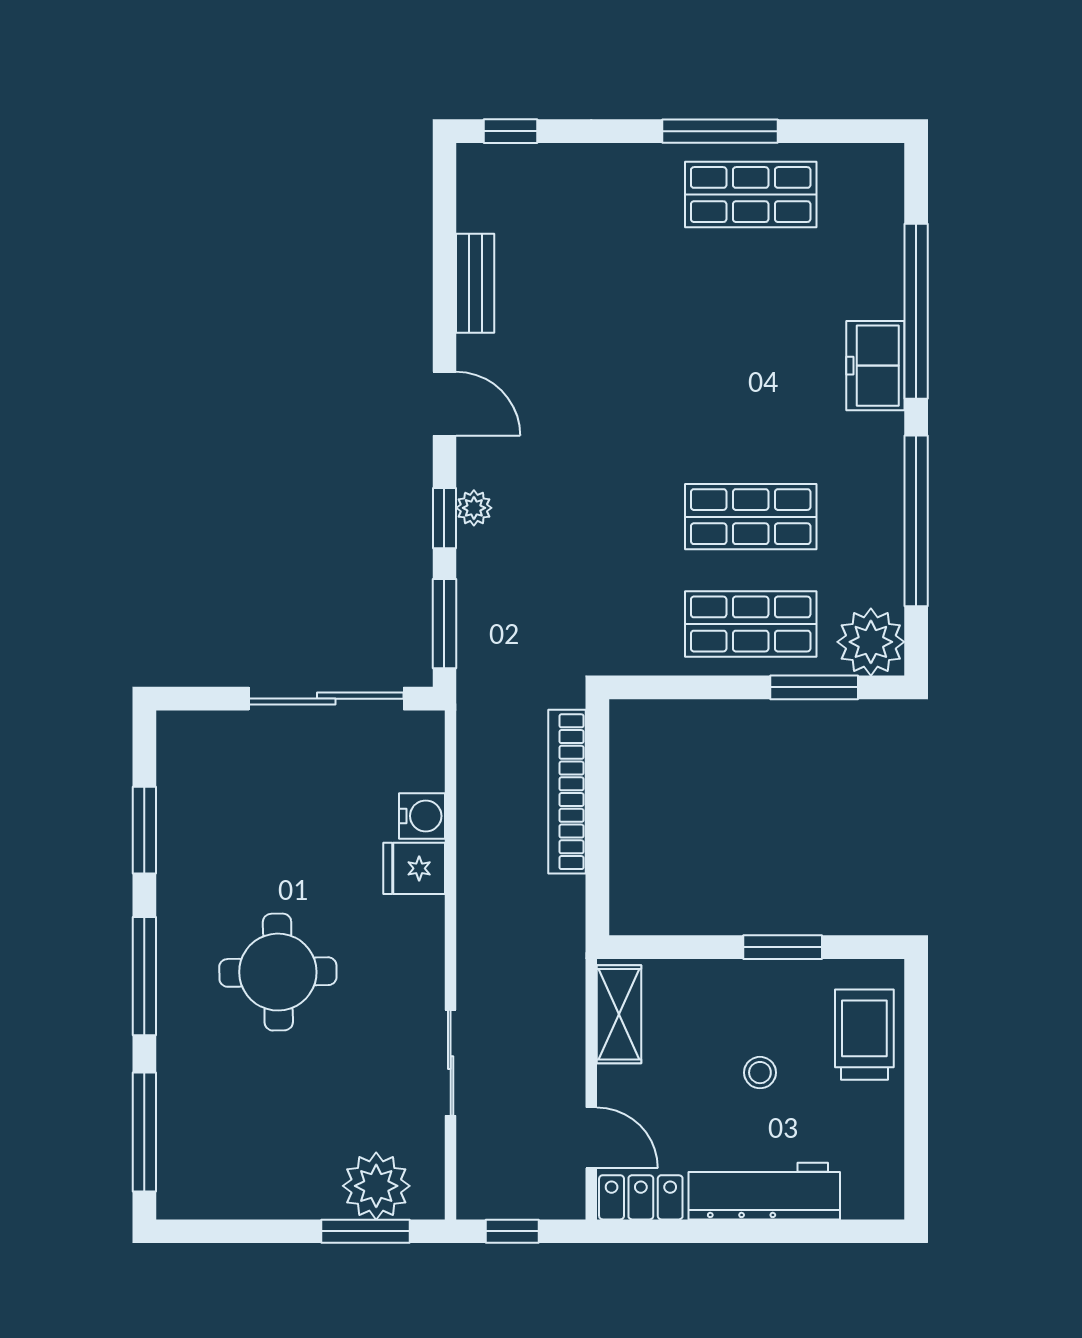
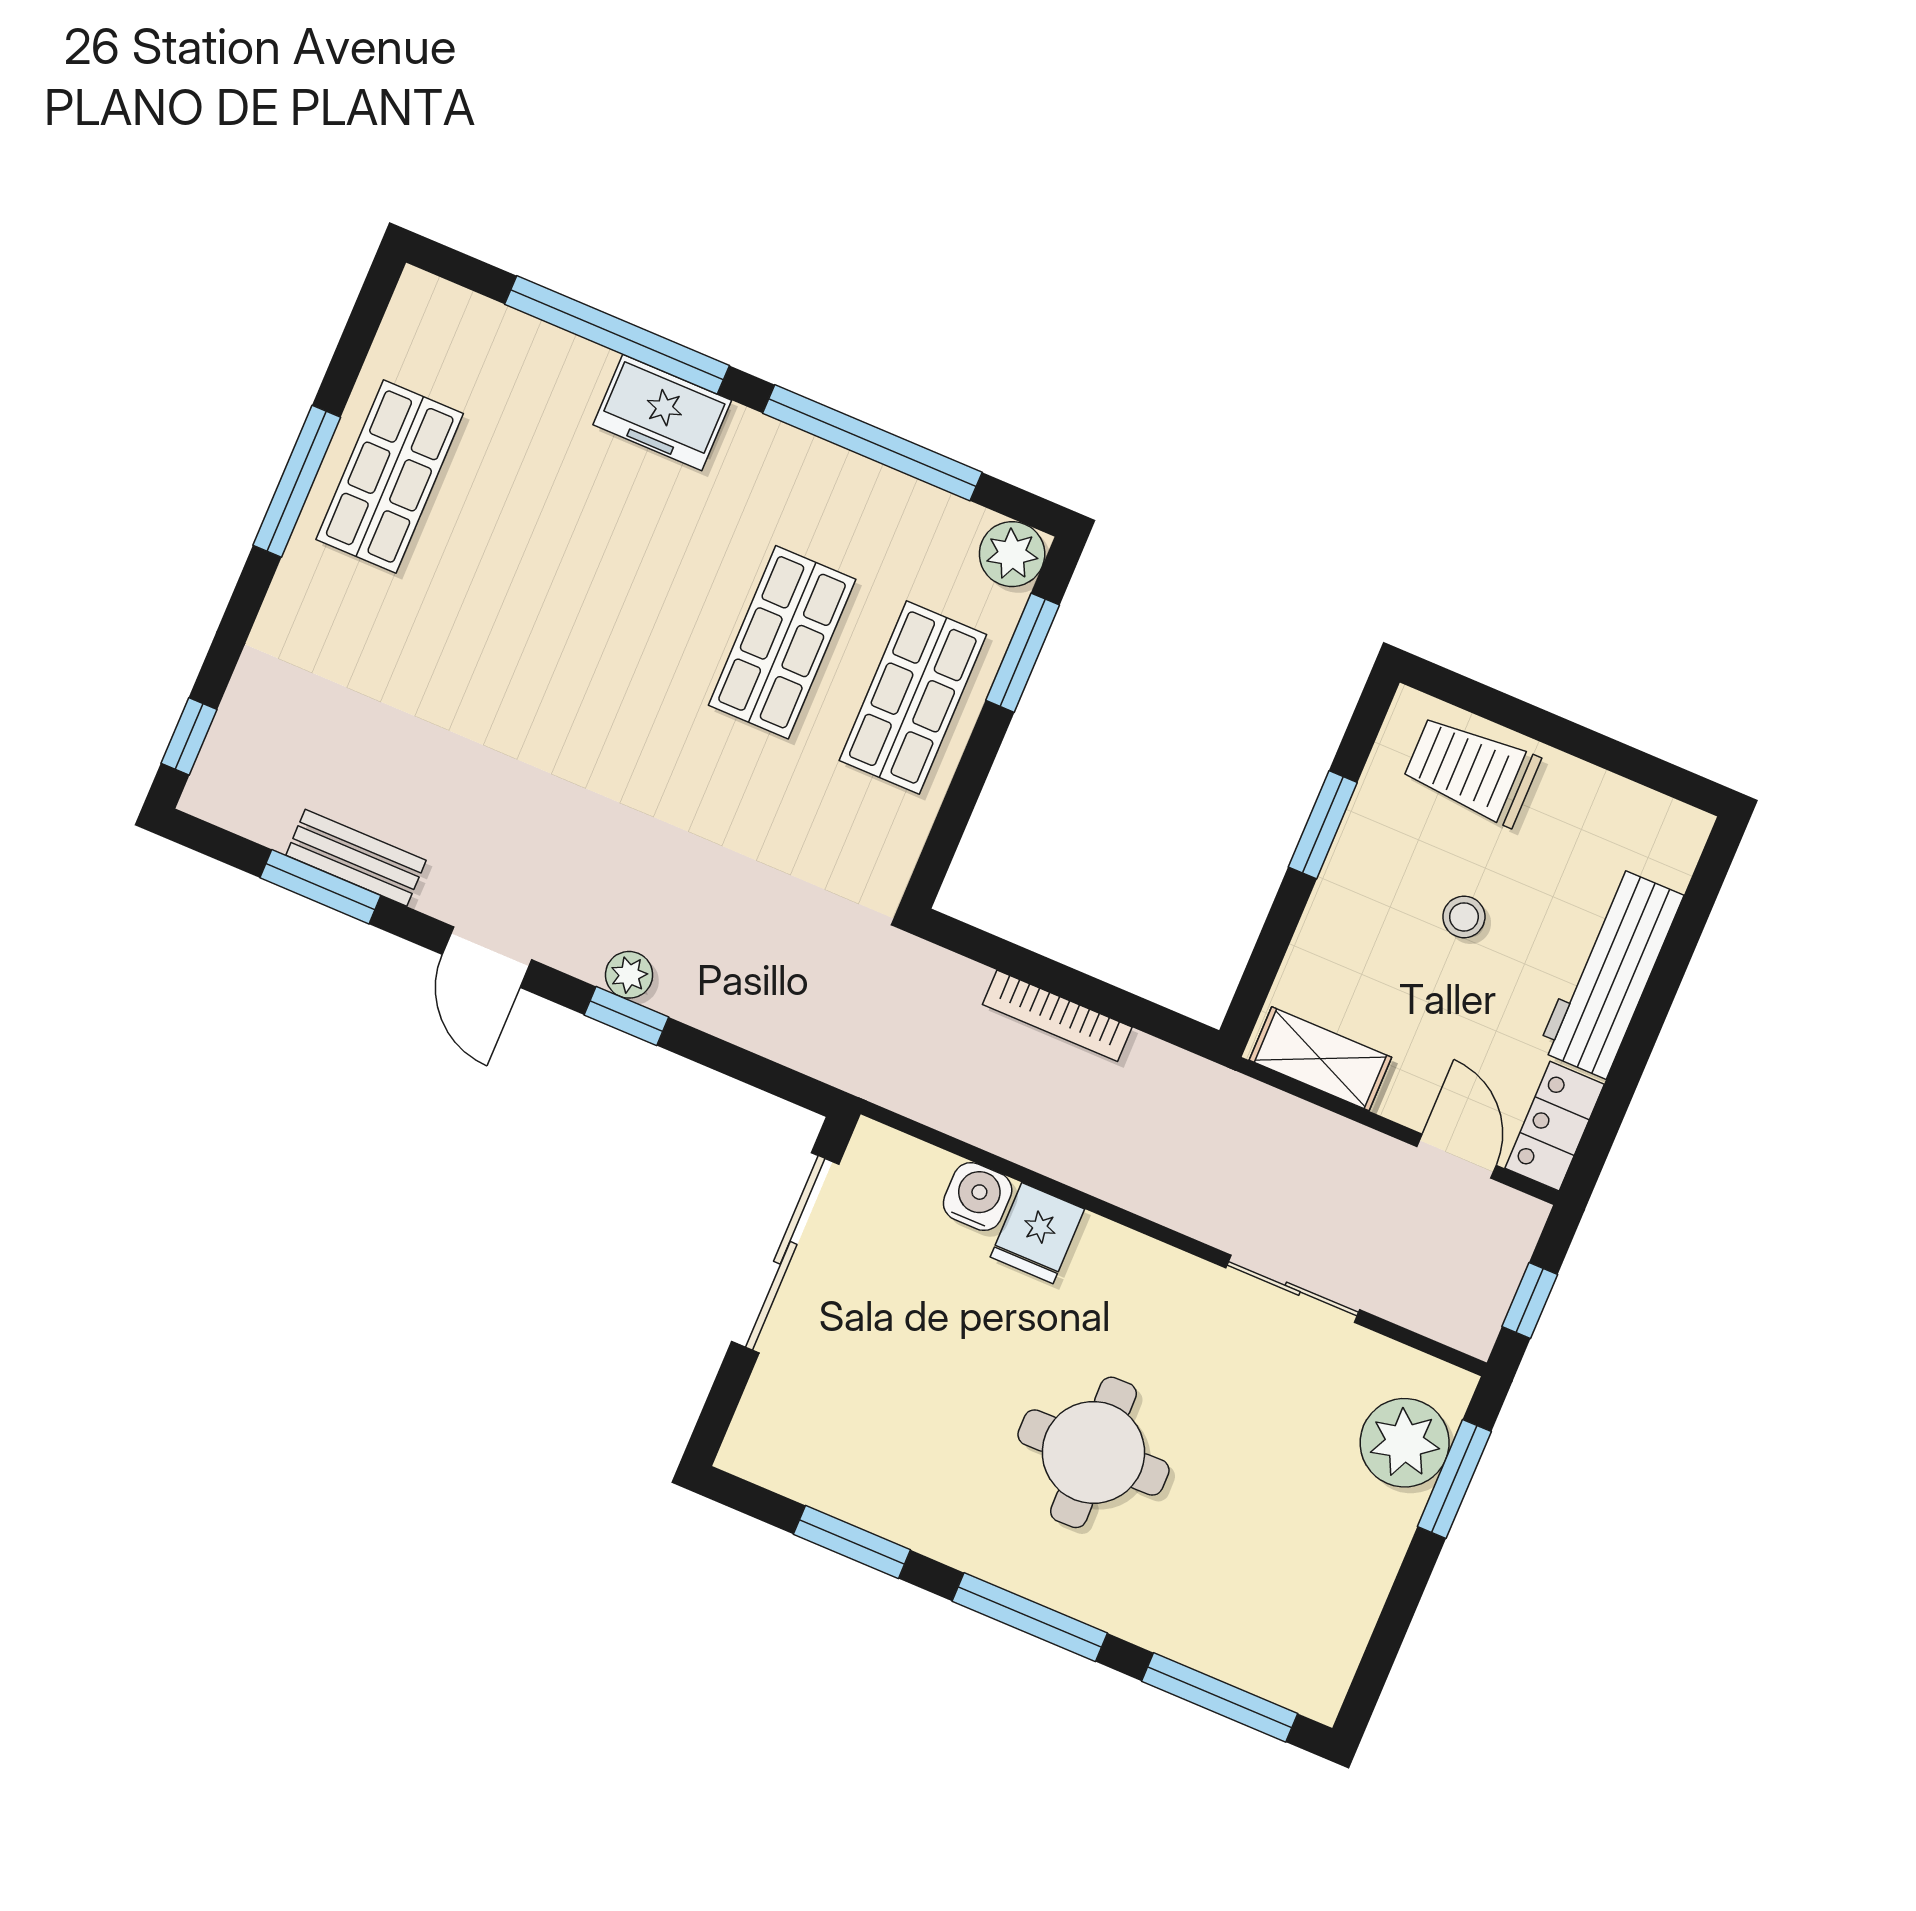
door: (444, 404) -> (487, 957), swing flipped
window: (444, 624) -> (320, 887), moved
plant: (871, 642) -> (1012, 554), width x0.73, depth x0.73
bookcase: (567, 792) -> (1057, 1016), width x0.68, depth x0.76
door: (591, 1138) -> (1457, 1156), hinge flipped

